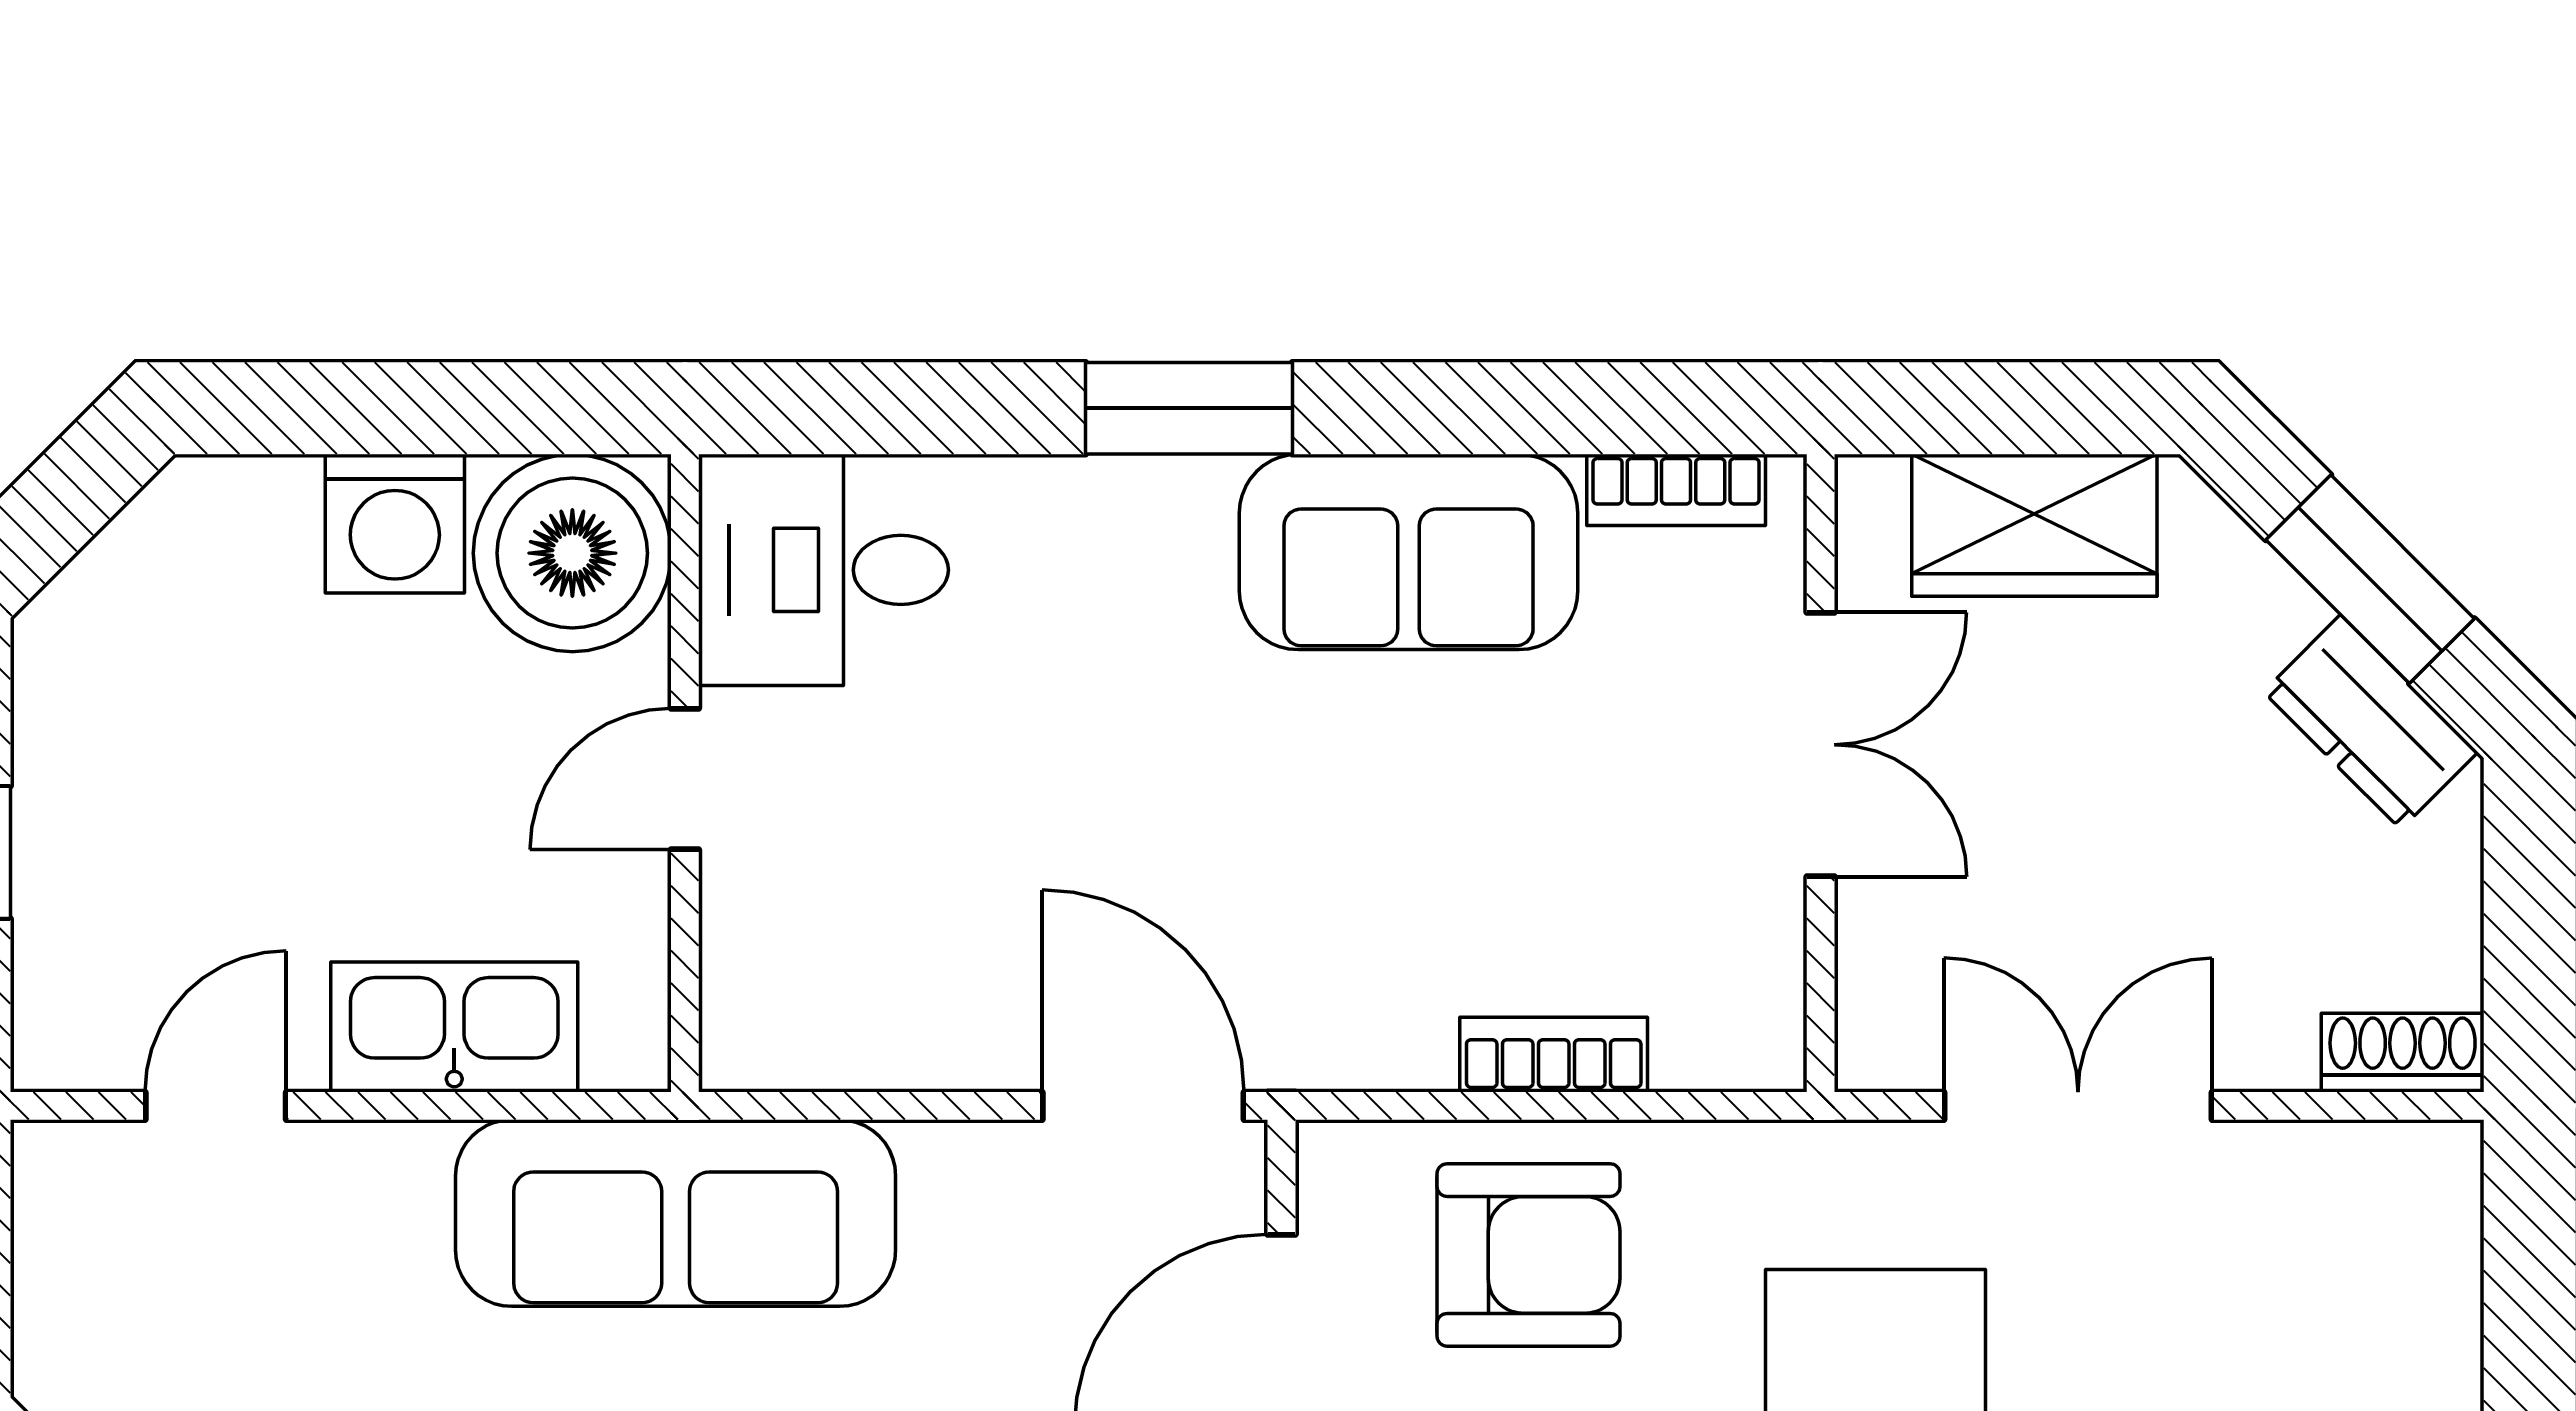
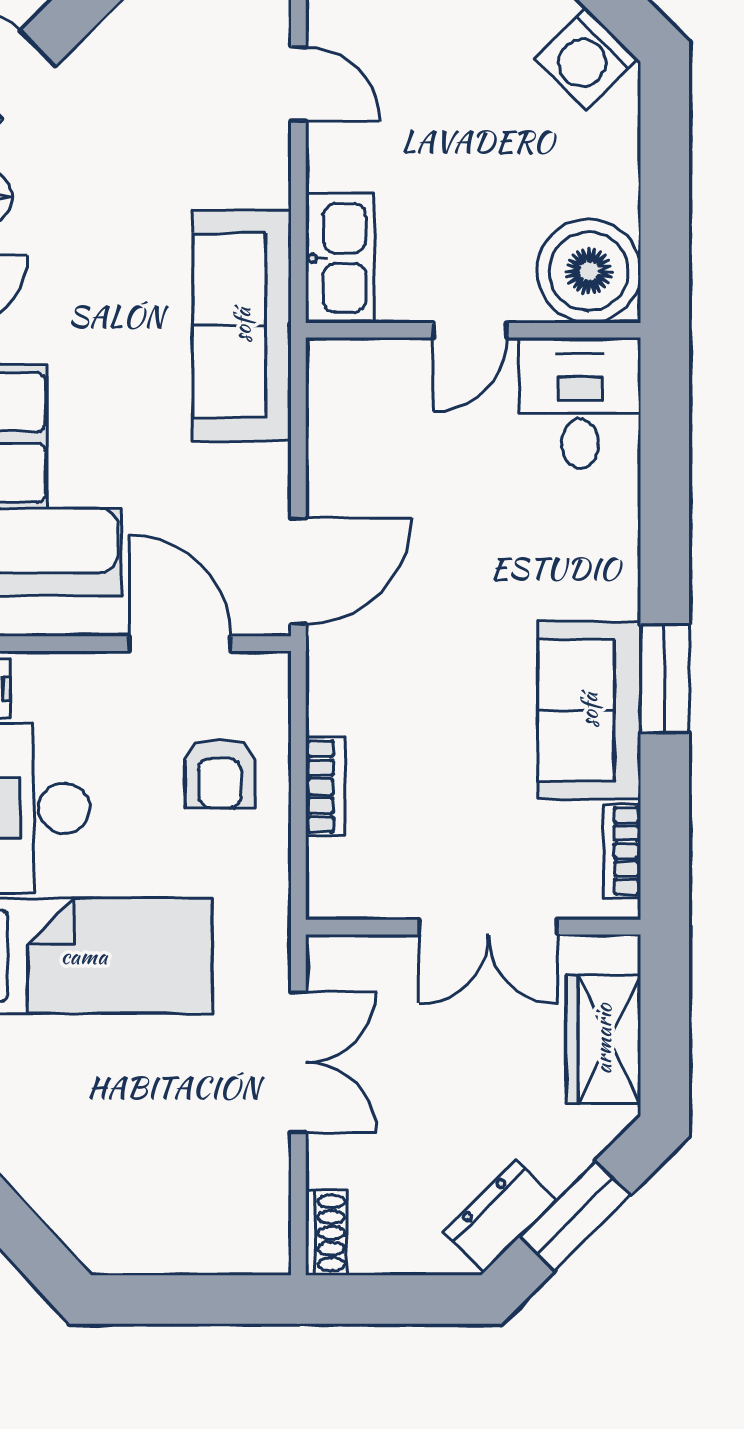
window: (1189, 408) -> (665, 679), moved
washing machine: (395, 524) -> (586, 59), moved, turned -45
door: (685, 779) -> (470, 330), swing flipped
kitchen sink: (454, 1027) -> (340, 258), moved
armchair: (1529, 1255) -> (220, 774), width x0.72, depth x0.72

